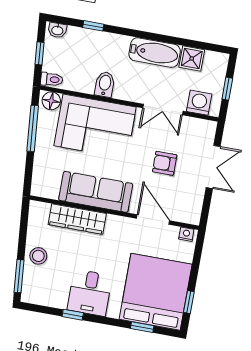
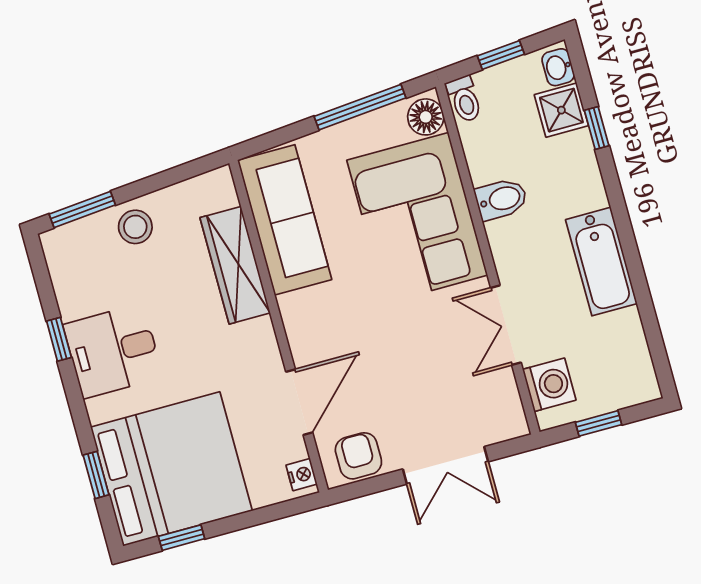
shower: (192, 58) -> (561, 110), moved
armchair: (165, 163) -> (358, 456), moved
sofa: (96, 192) -> (285, 220), moved

